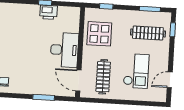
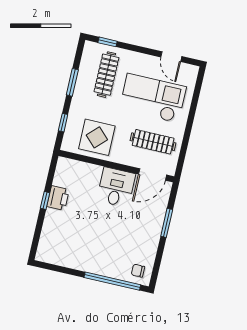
window: (150, 9) -> (72, 82), moved
desk: (64, 50) -> (116, 187), width x0.73
checkout: (136, 71) -> (153, 98), width x1.36, depth x1.21

